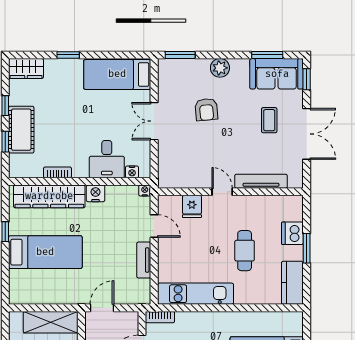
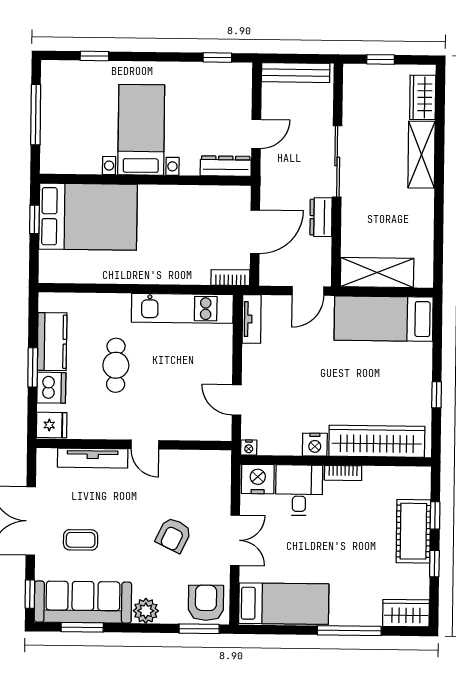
window: (68, 55) -> (349, 631), width x2.17
armchair: (175, 74) -> (206, 603), added
sofa: (277, 74) -> (83, 602), width x1.36
armchair: (206, 110) -> (174, 535), moved, turned -149
coffee table: (269, 120) -> (81, 540), turned 90
bookcase: (57, 172) -> (343, 473), moved
nightstand: (132, 172) -> (258, 479), width x1.89, depth x1.79
fridge: (192, 206) -> (52, 425), moved, turned 90
bed: (45, 252) -> (384, 319), moved
tv unit: (144, 260) -> (252, 319), moved
kitchen counter: (292, 283) -> (52, 342), moved

